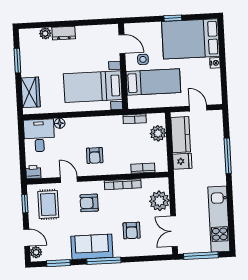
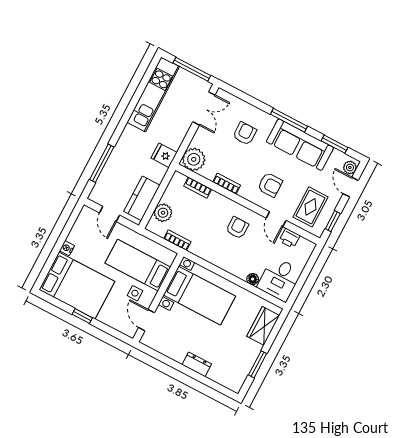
plant: (45, 33) -> (215, 375), removed
window: (228, 156) -> (102, 163), moved
fridge: (182, 161) -> (164, 155), moved
printer: (33, 172) -> (290, 238), moved
bookcase: (123, 184) -> (227, 184), width x0.64
plant: (159, 201) -> (194, 159), moved
sofa: (92, 247) -> (300, 145), width x1.36

